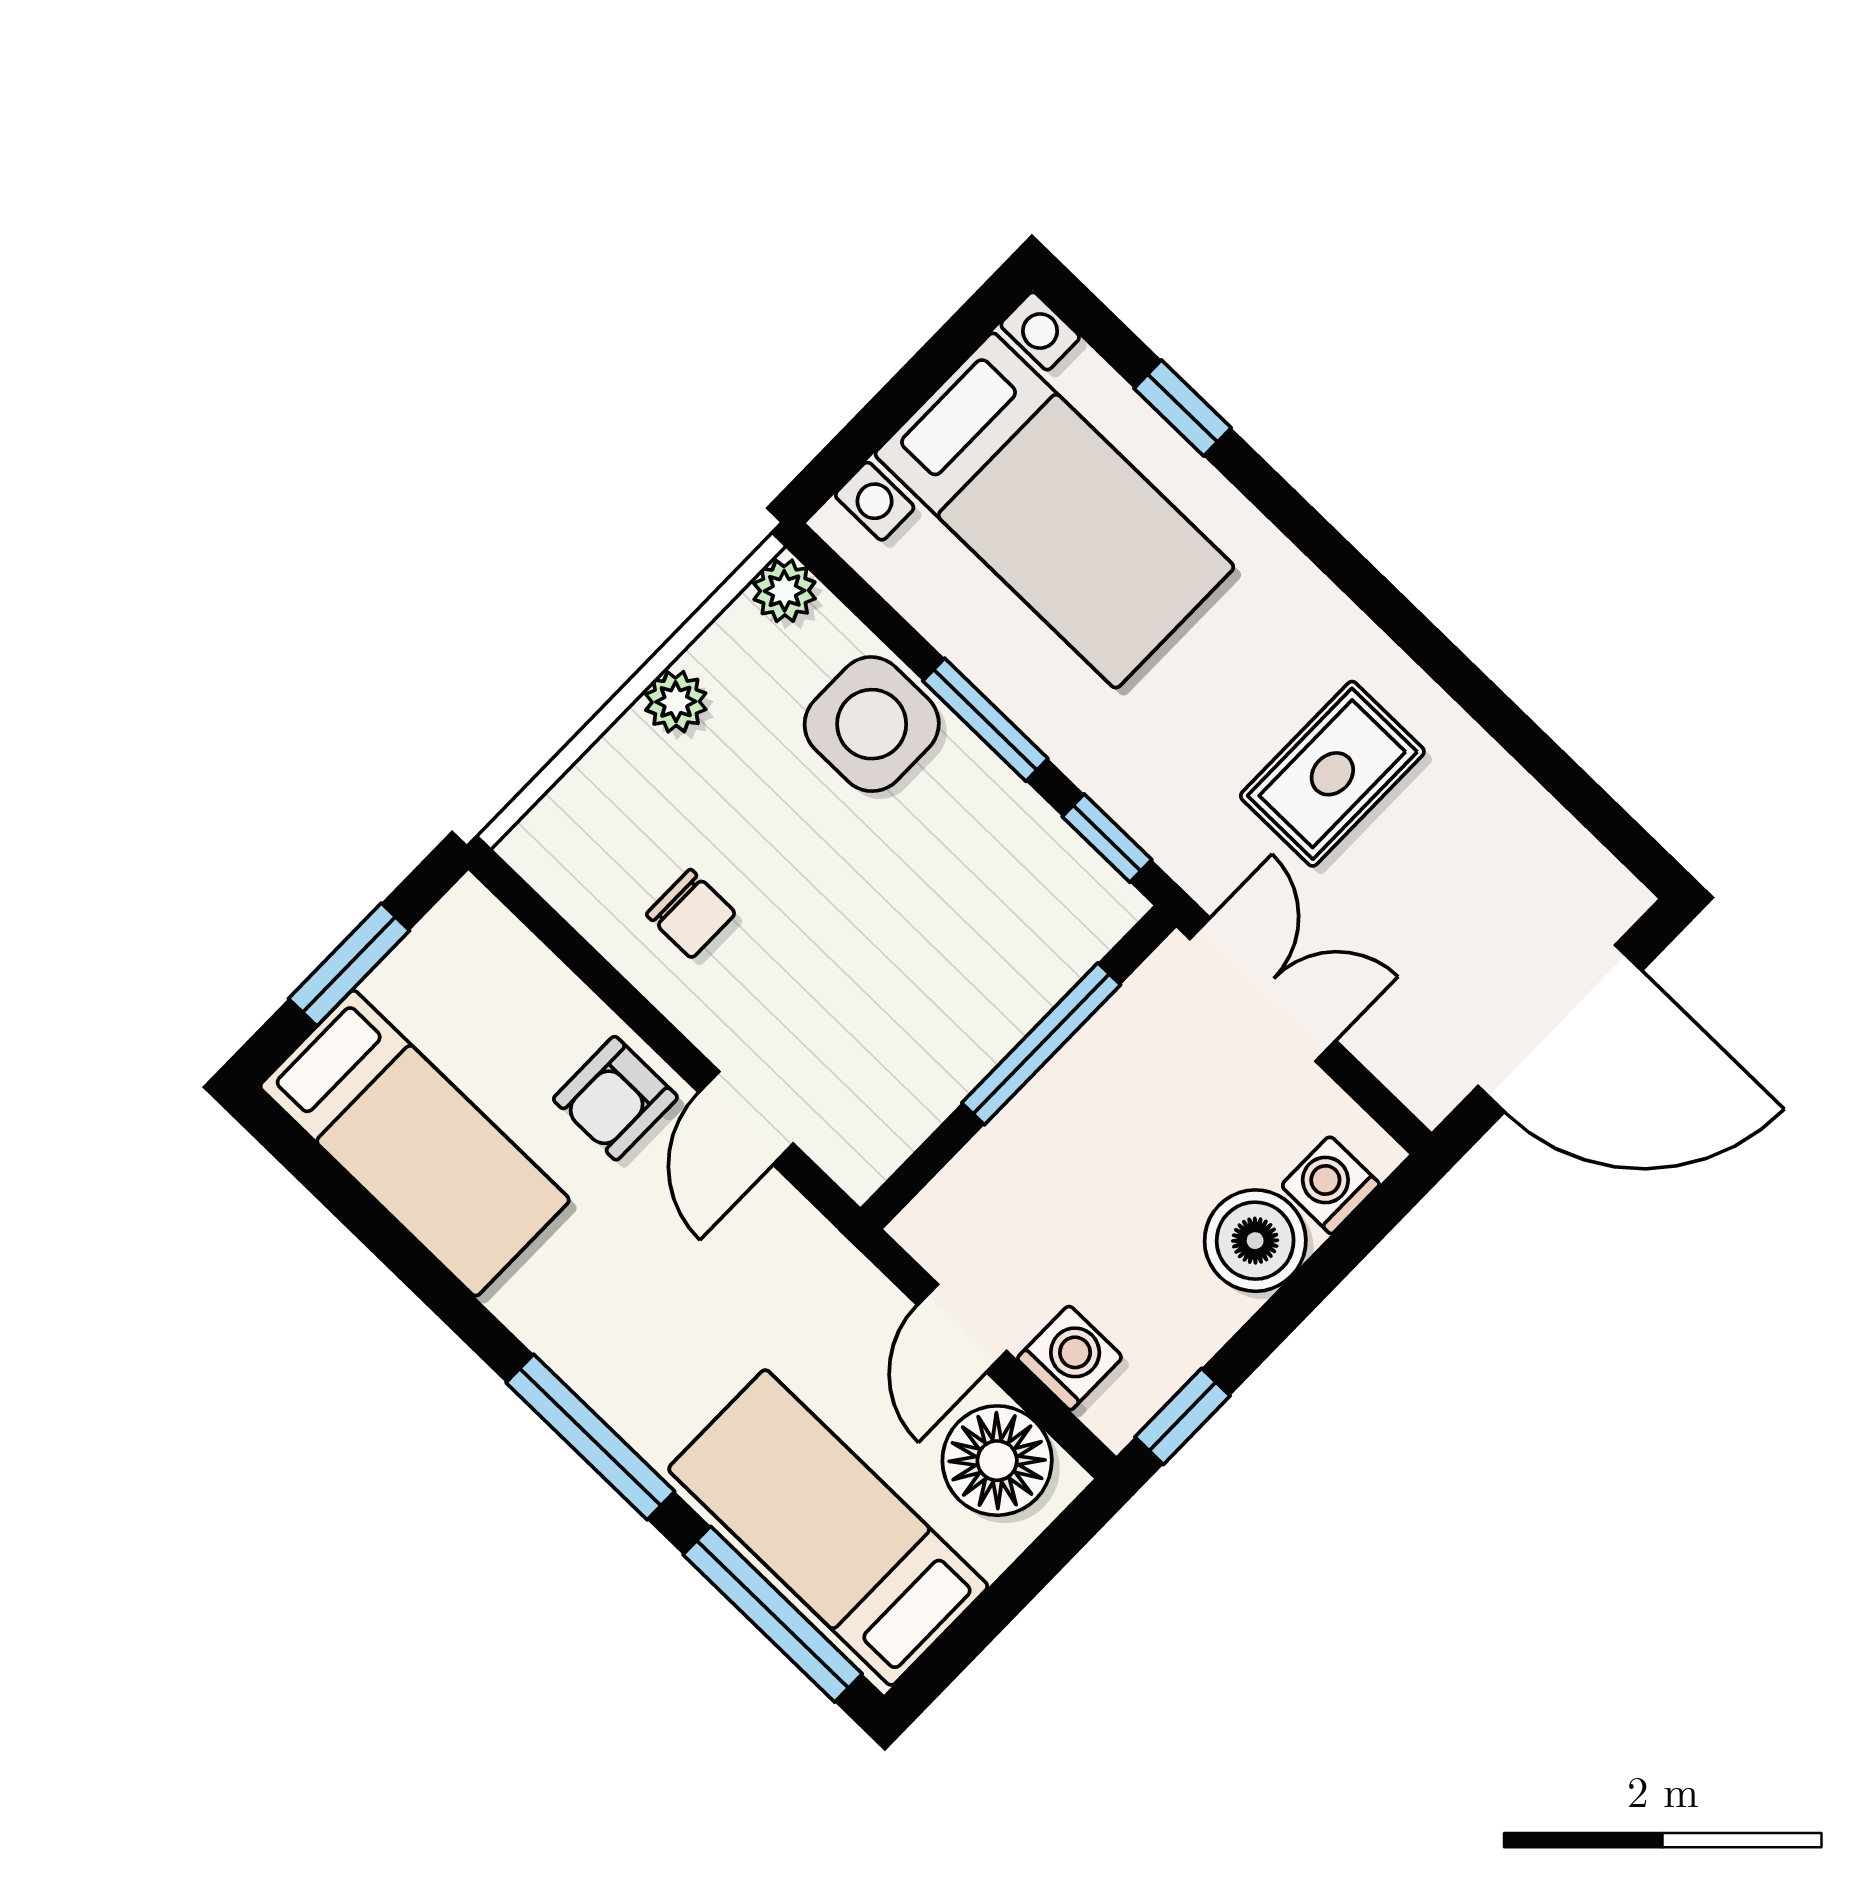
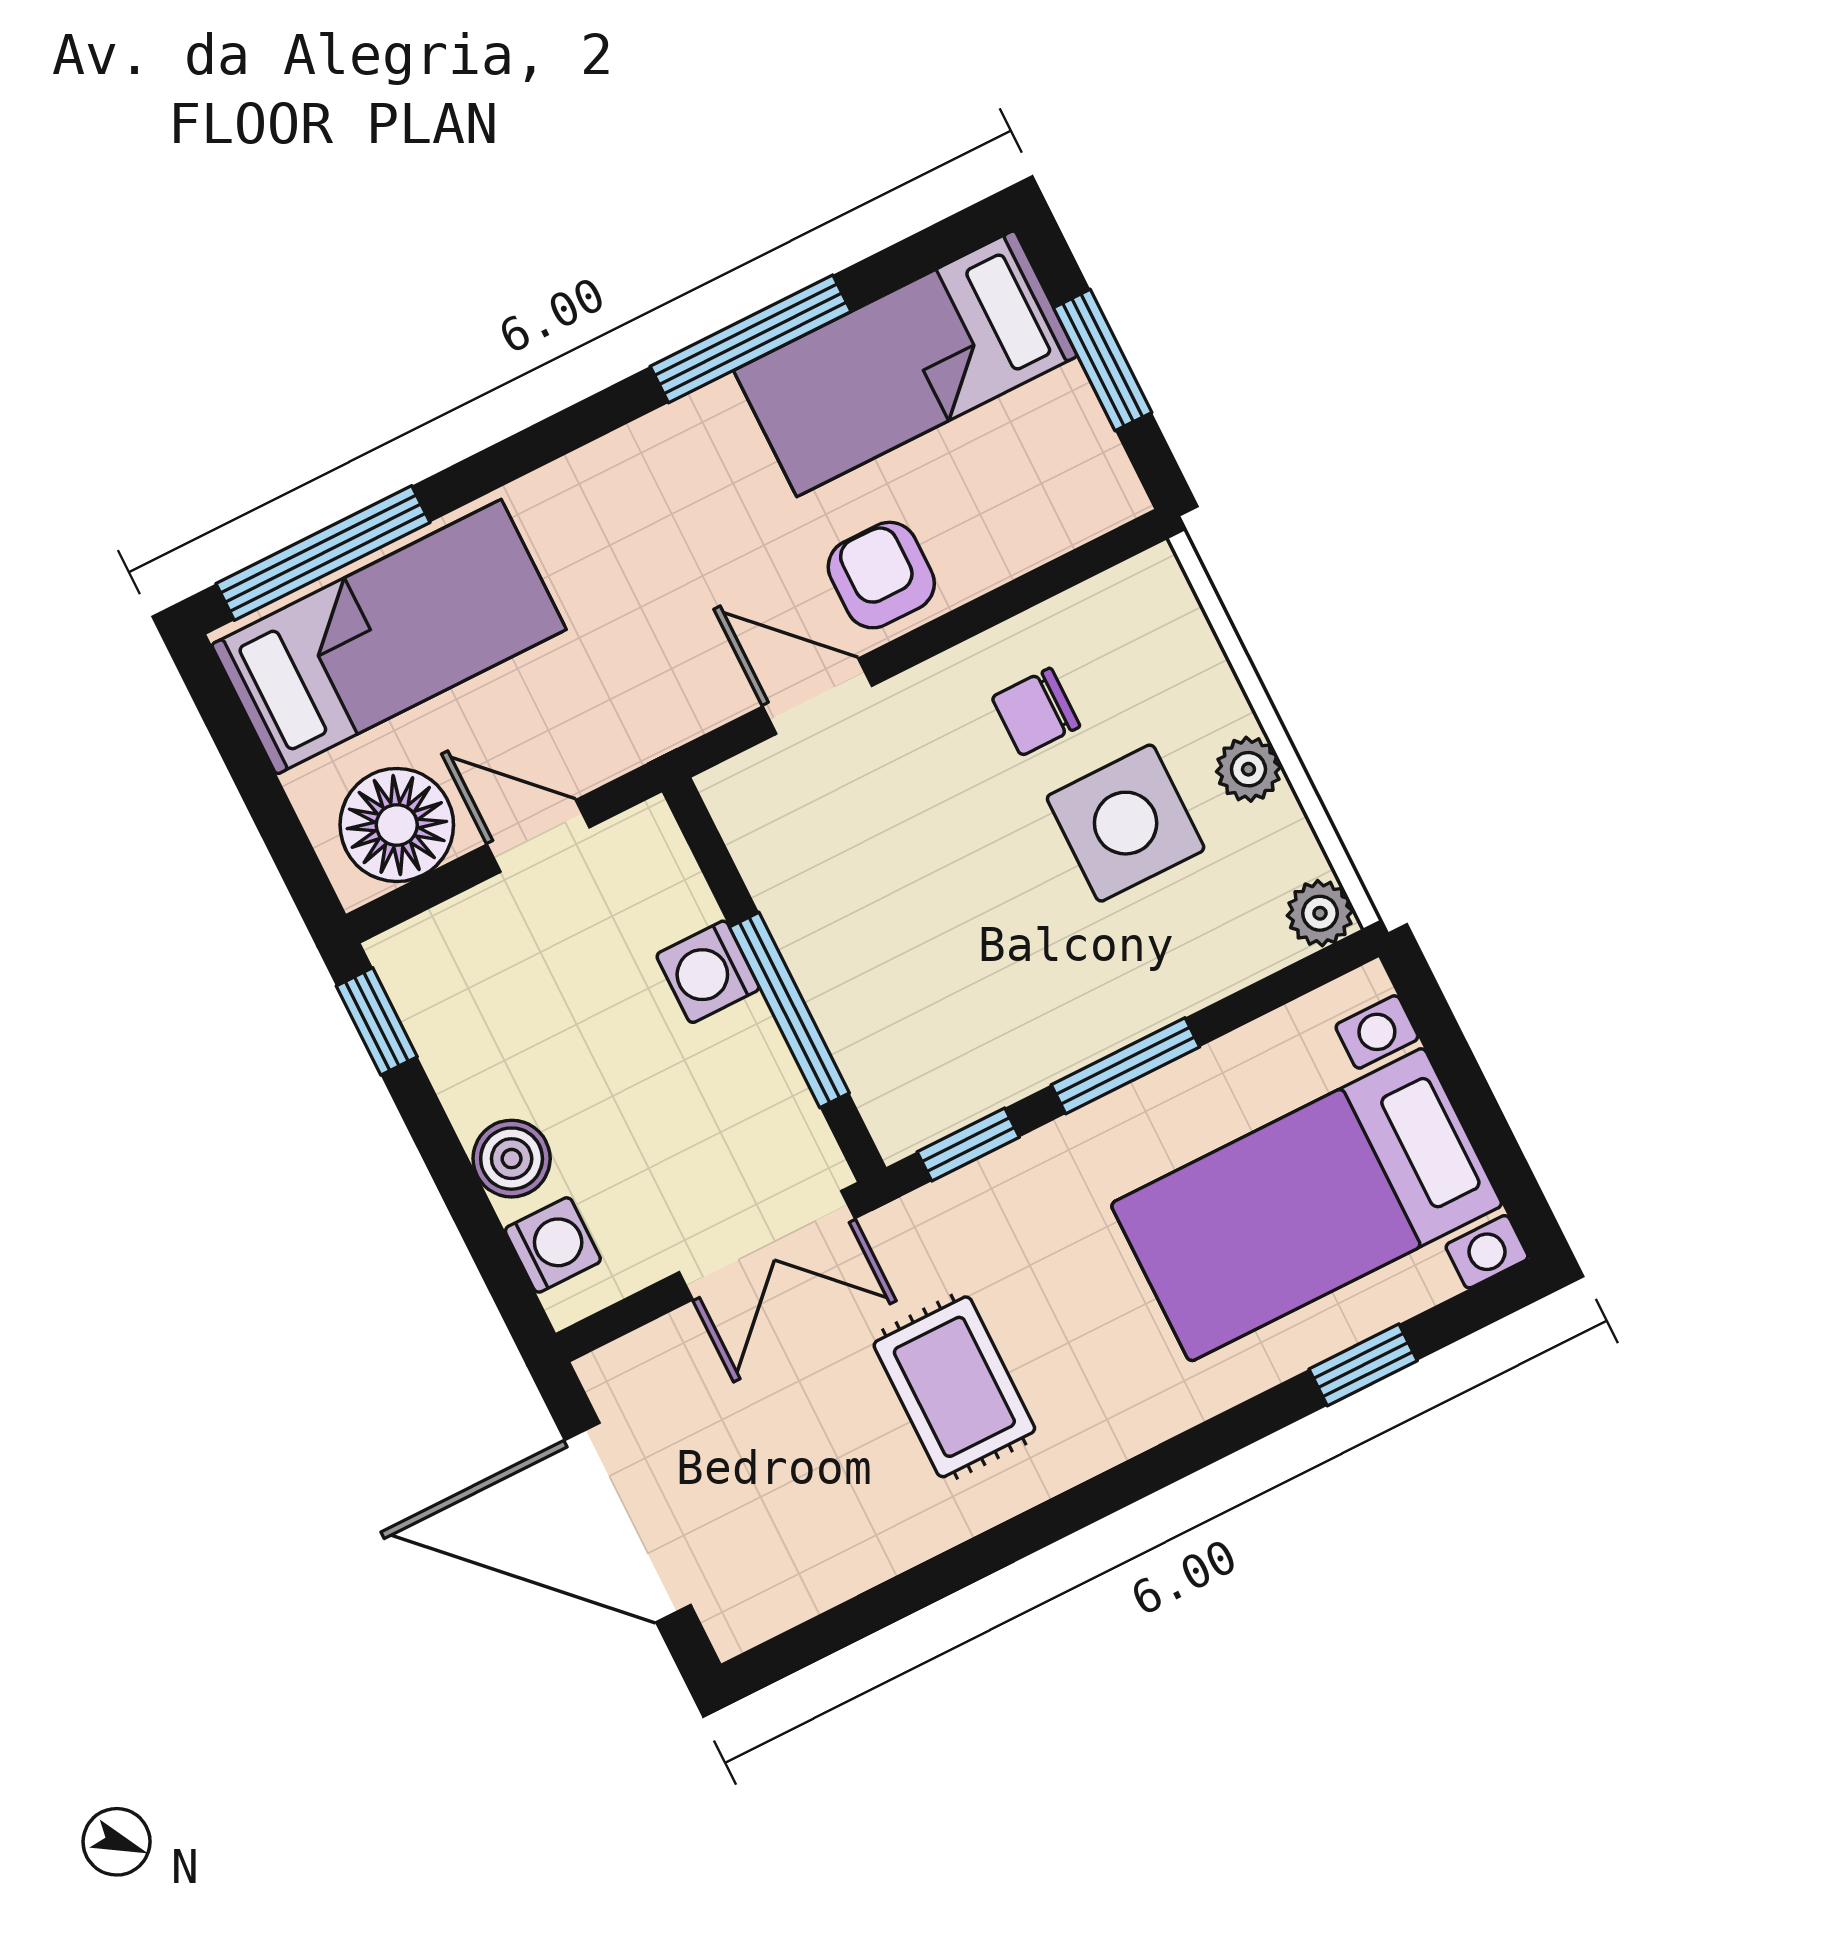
side table: (872, 724) -> (1126, 823), moved
door: (1560, 1028) -> (628, 1523), hinge flipped
boiler: (1255, 1241) -> (512, 1159), width x0.73, depth x0.73
washing machine: (1070, 1358) -> (708, 972), moved, turned 90
window: (590, 1437) -> (751, 339), moved

